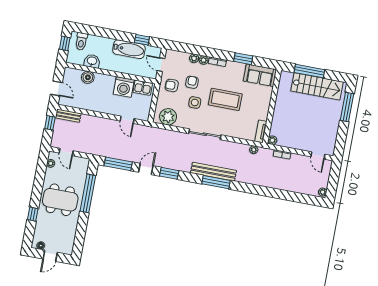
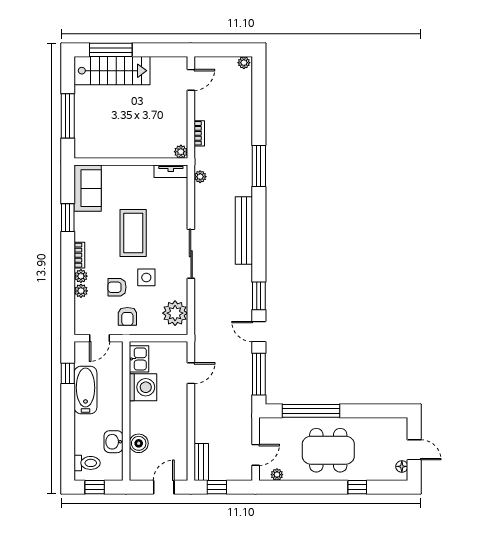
stairs: (317, 86) -> (112, 71), moved, turned 90
window: (216, 182) -> (259, 166), moved
dining table: (60, 200) -> (328, 450), turned 90

